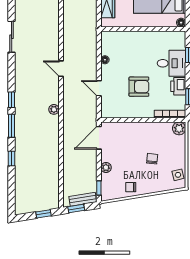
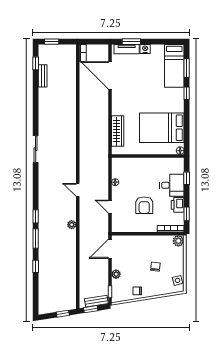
sliding door: (12, 37) -> (36, 149), moved
armchair: (139, 87) -> (144, 205), turned 90

